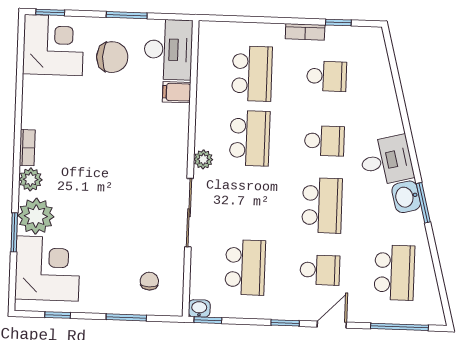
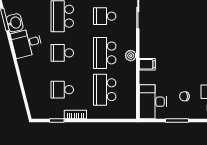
chair: (112, 57) -> (184, 96), width x0.54, depth x0.54
filing cabinet: (177, 92) -> (147, 64), moved
plant: (203, 159) -> (131, 56), moved
school desk: (248, 203) -> (105, 16), added

